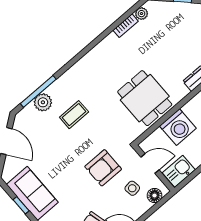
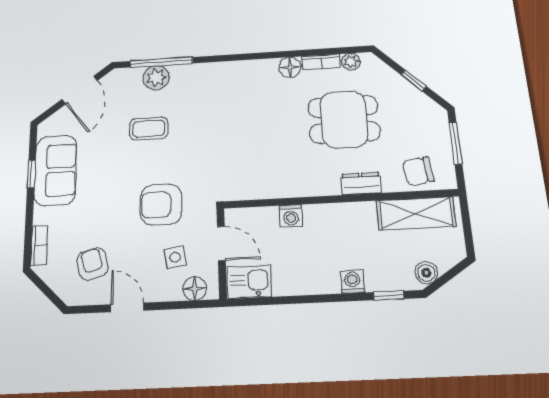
floor lamp: (111, 41) -> (290, 67), added
dining table: (145, 98) -> (344, 120), moved, turned 90
coffee table: (74, 115) -> (149, 129), moved
washing machine: (178, 127) -> (291, 216), width x0.53, depth x0.53

